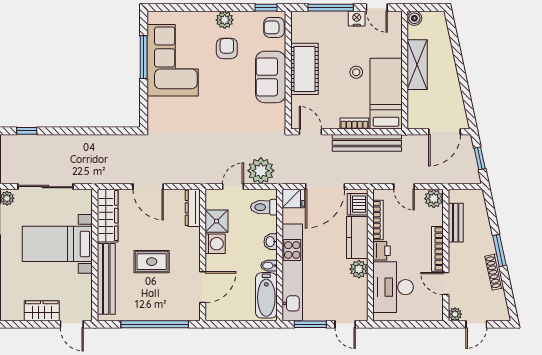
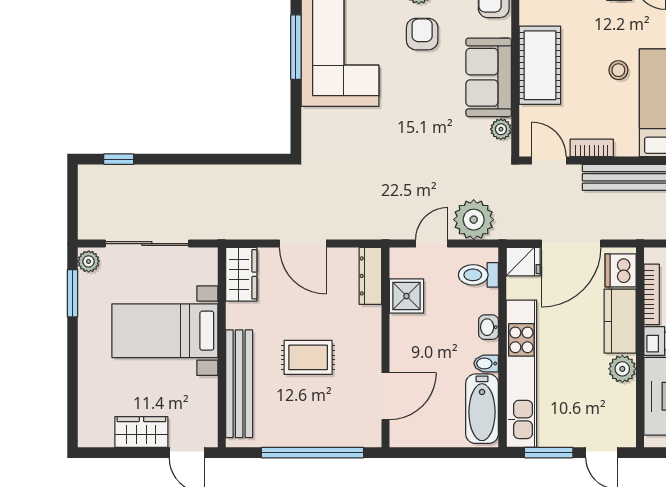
plant: (279, 111) -> (501, 129), added
bookcase: (354, 123) -> (592, 148), moved
wardrobe: (108, 216) -> (241, 274), width x0.67
washing machine: (215, 244) -> (404, 330), removed

